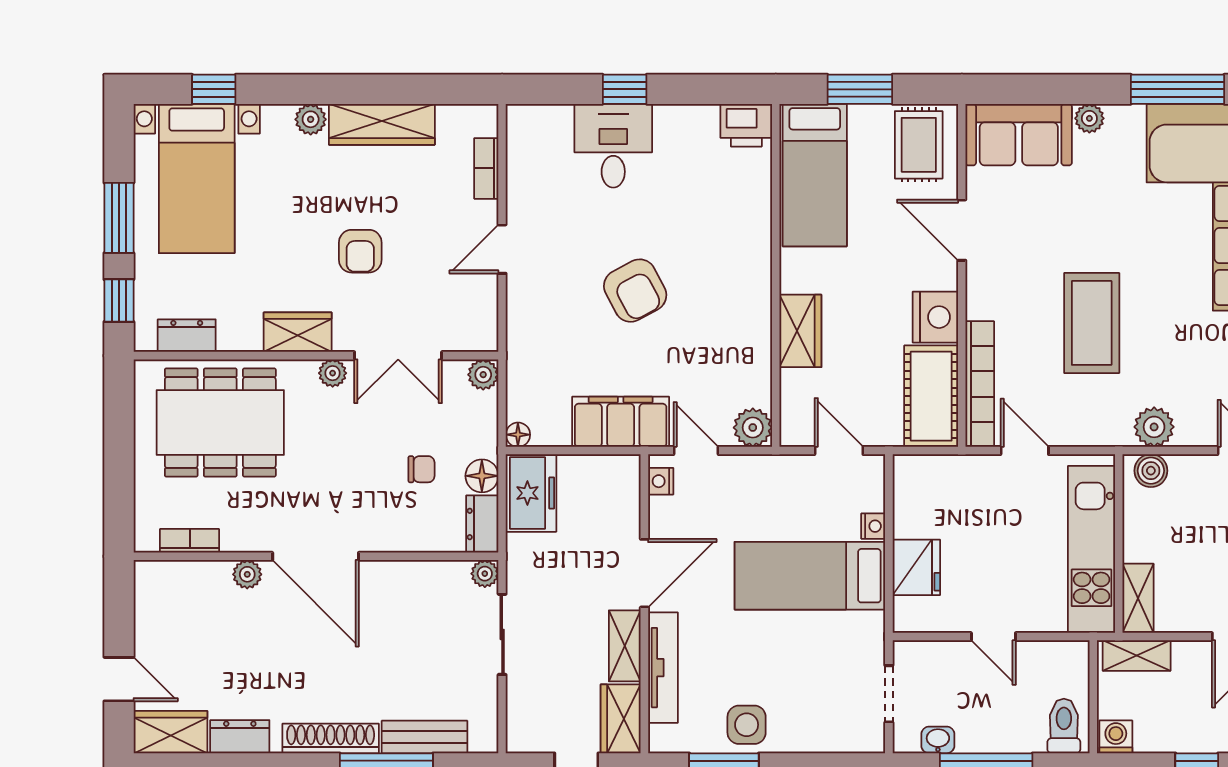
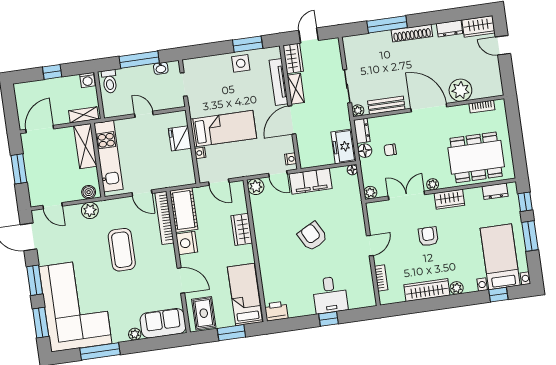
plant: (247, 574) -> (460, 90), width x1.87, depth x1.87
shelving: (1138, 598) -> (85, 146), width x1.50, depth x1.33
bench: (425, 737) -> (386, 105), moved

